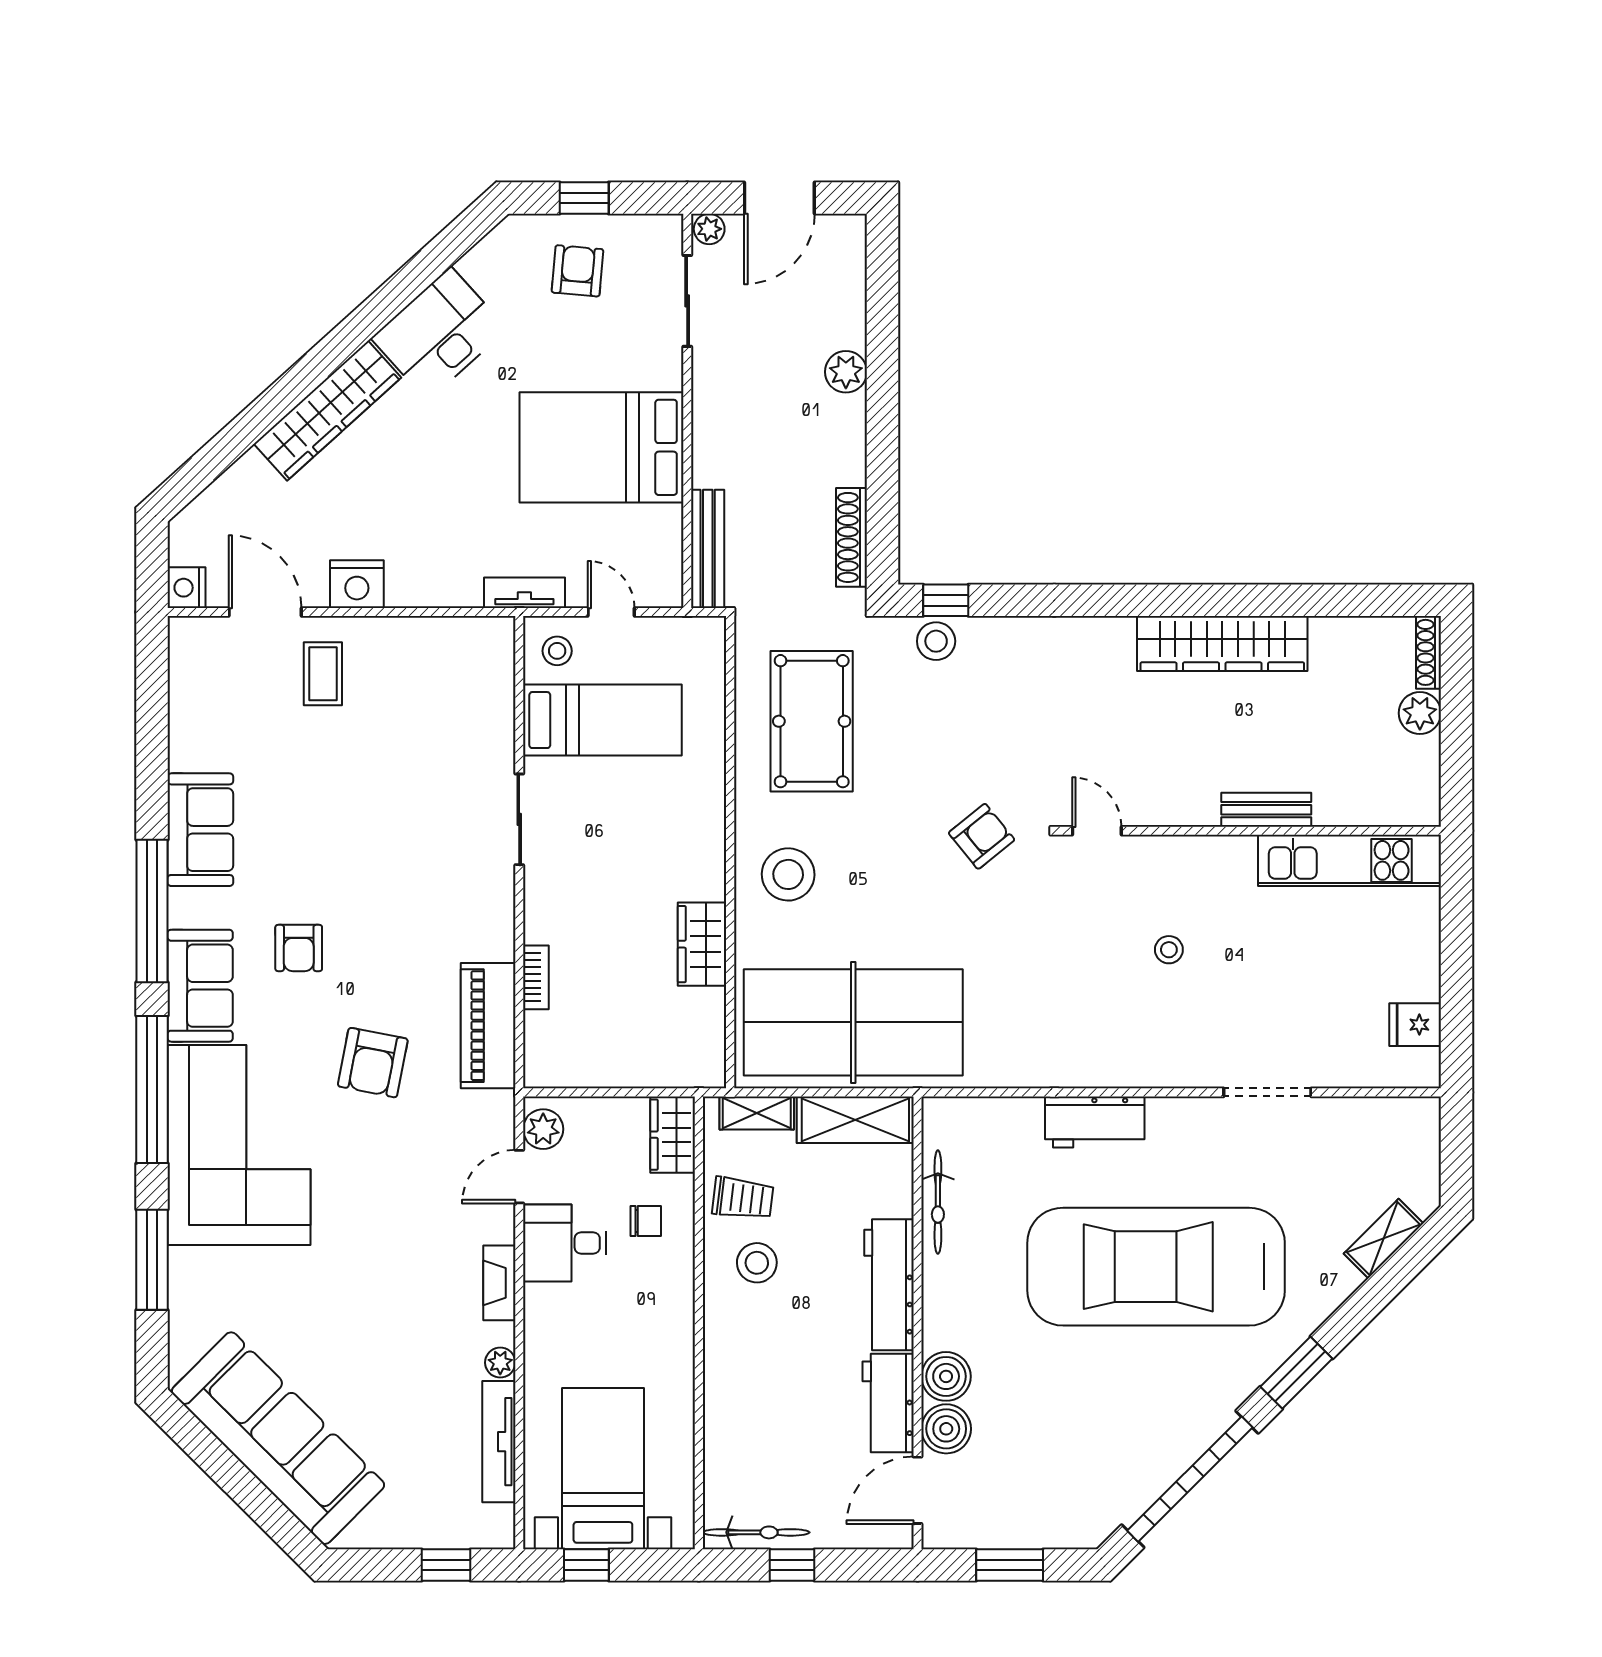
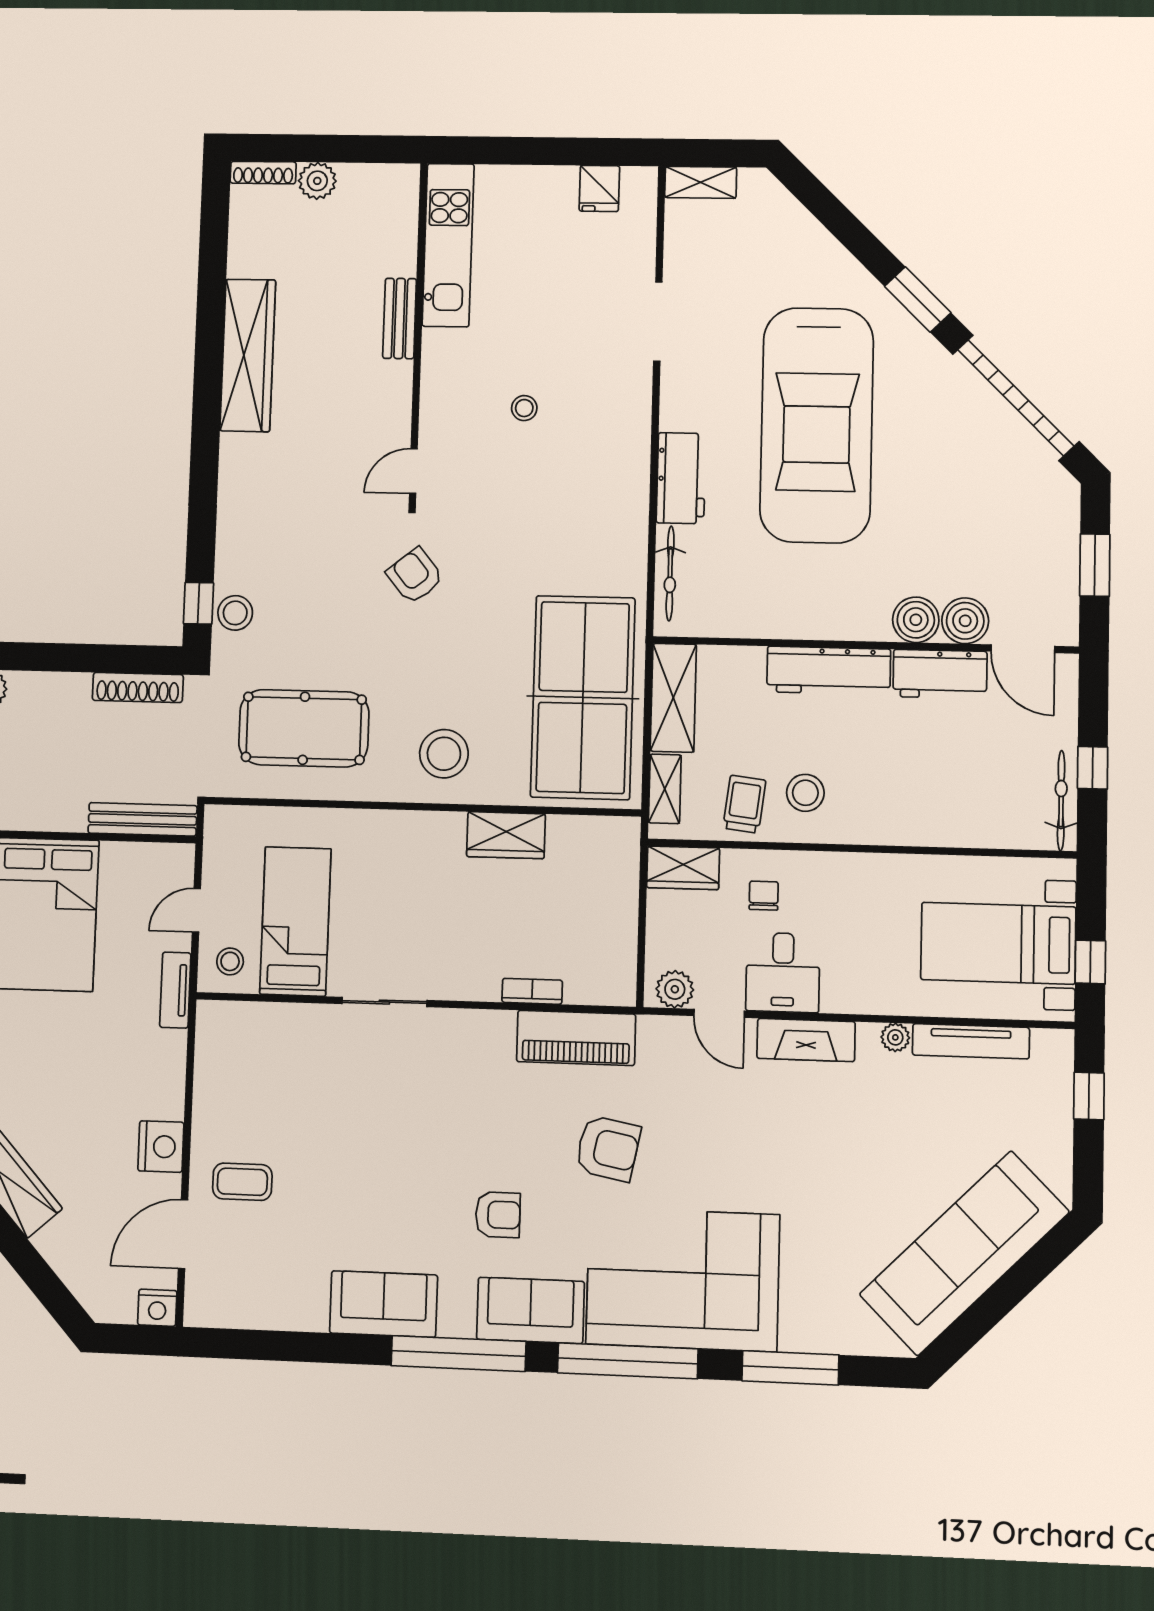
bicycle: (938, 1202) -> (670, 573), moved, turned 90
shelving: (1384, 1239) -> (701, 182), moved, turned -45
fireplace: (499, 1283) -> (806, 1040), width x1.37, depth x1.32

